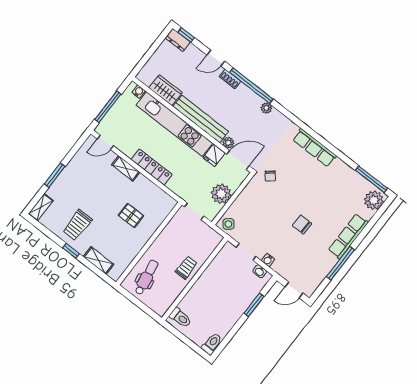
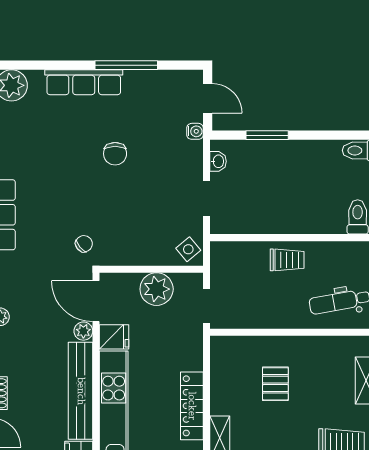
water cooler: (268, 260) -> (195, 131), moved
trolley: (186, 268) -> (287, 260), turned 180

